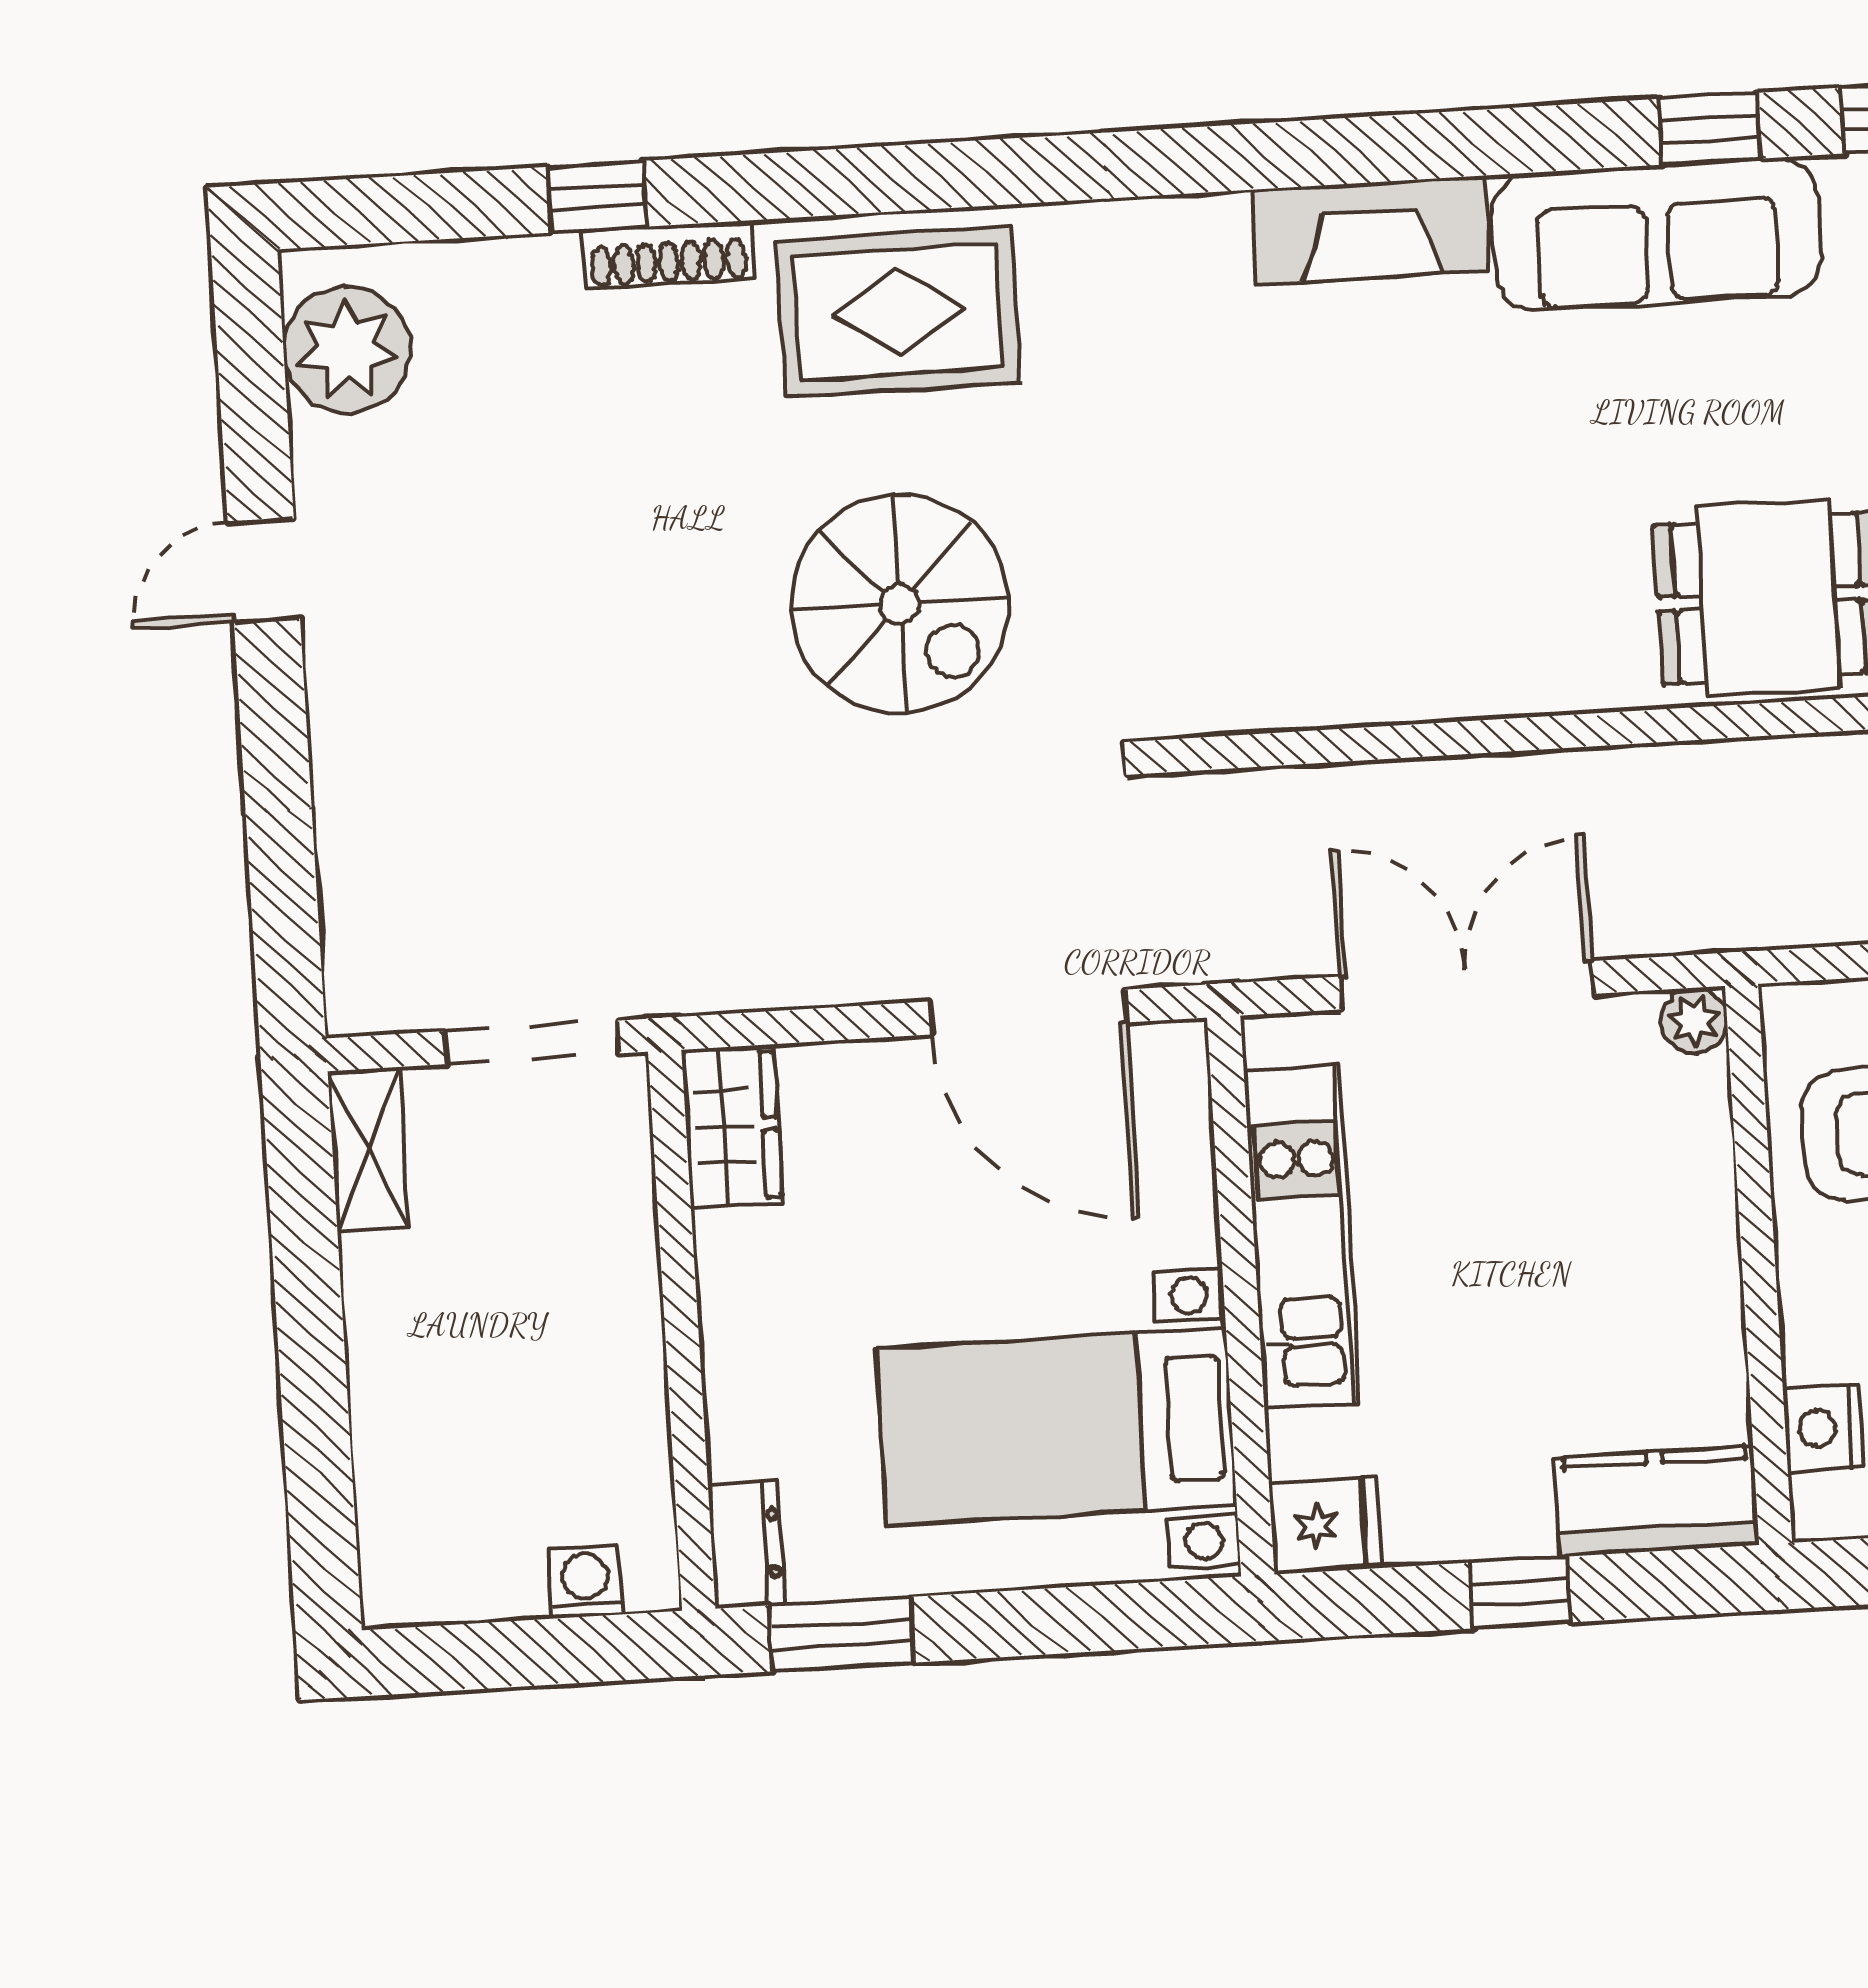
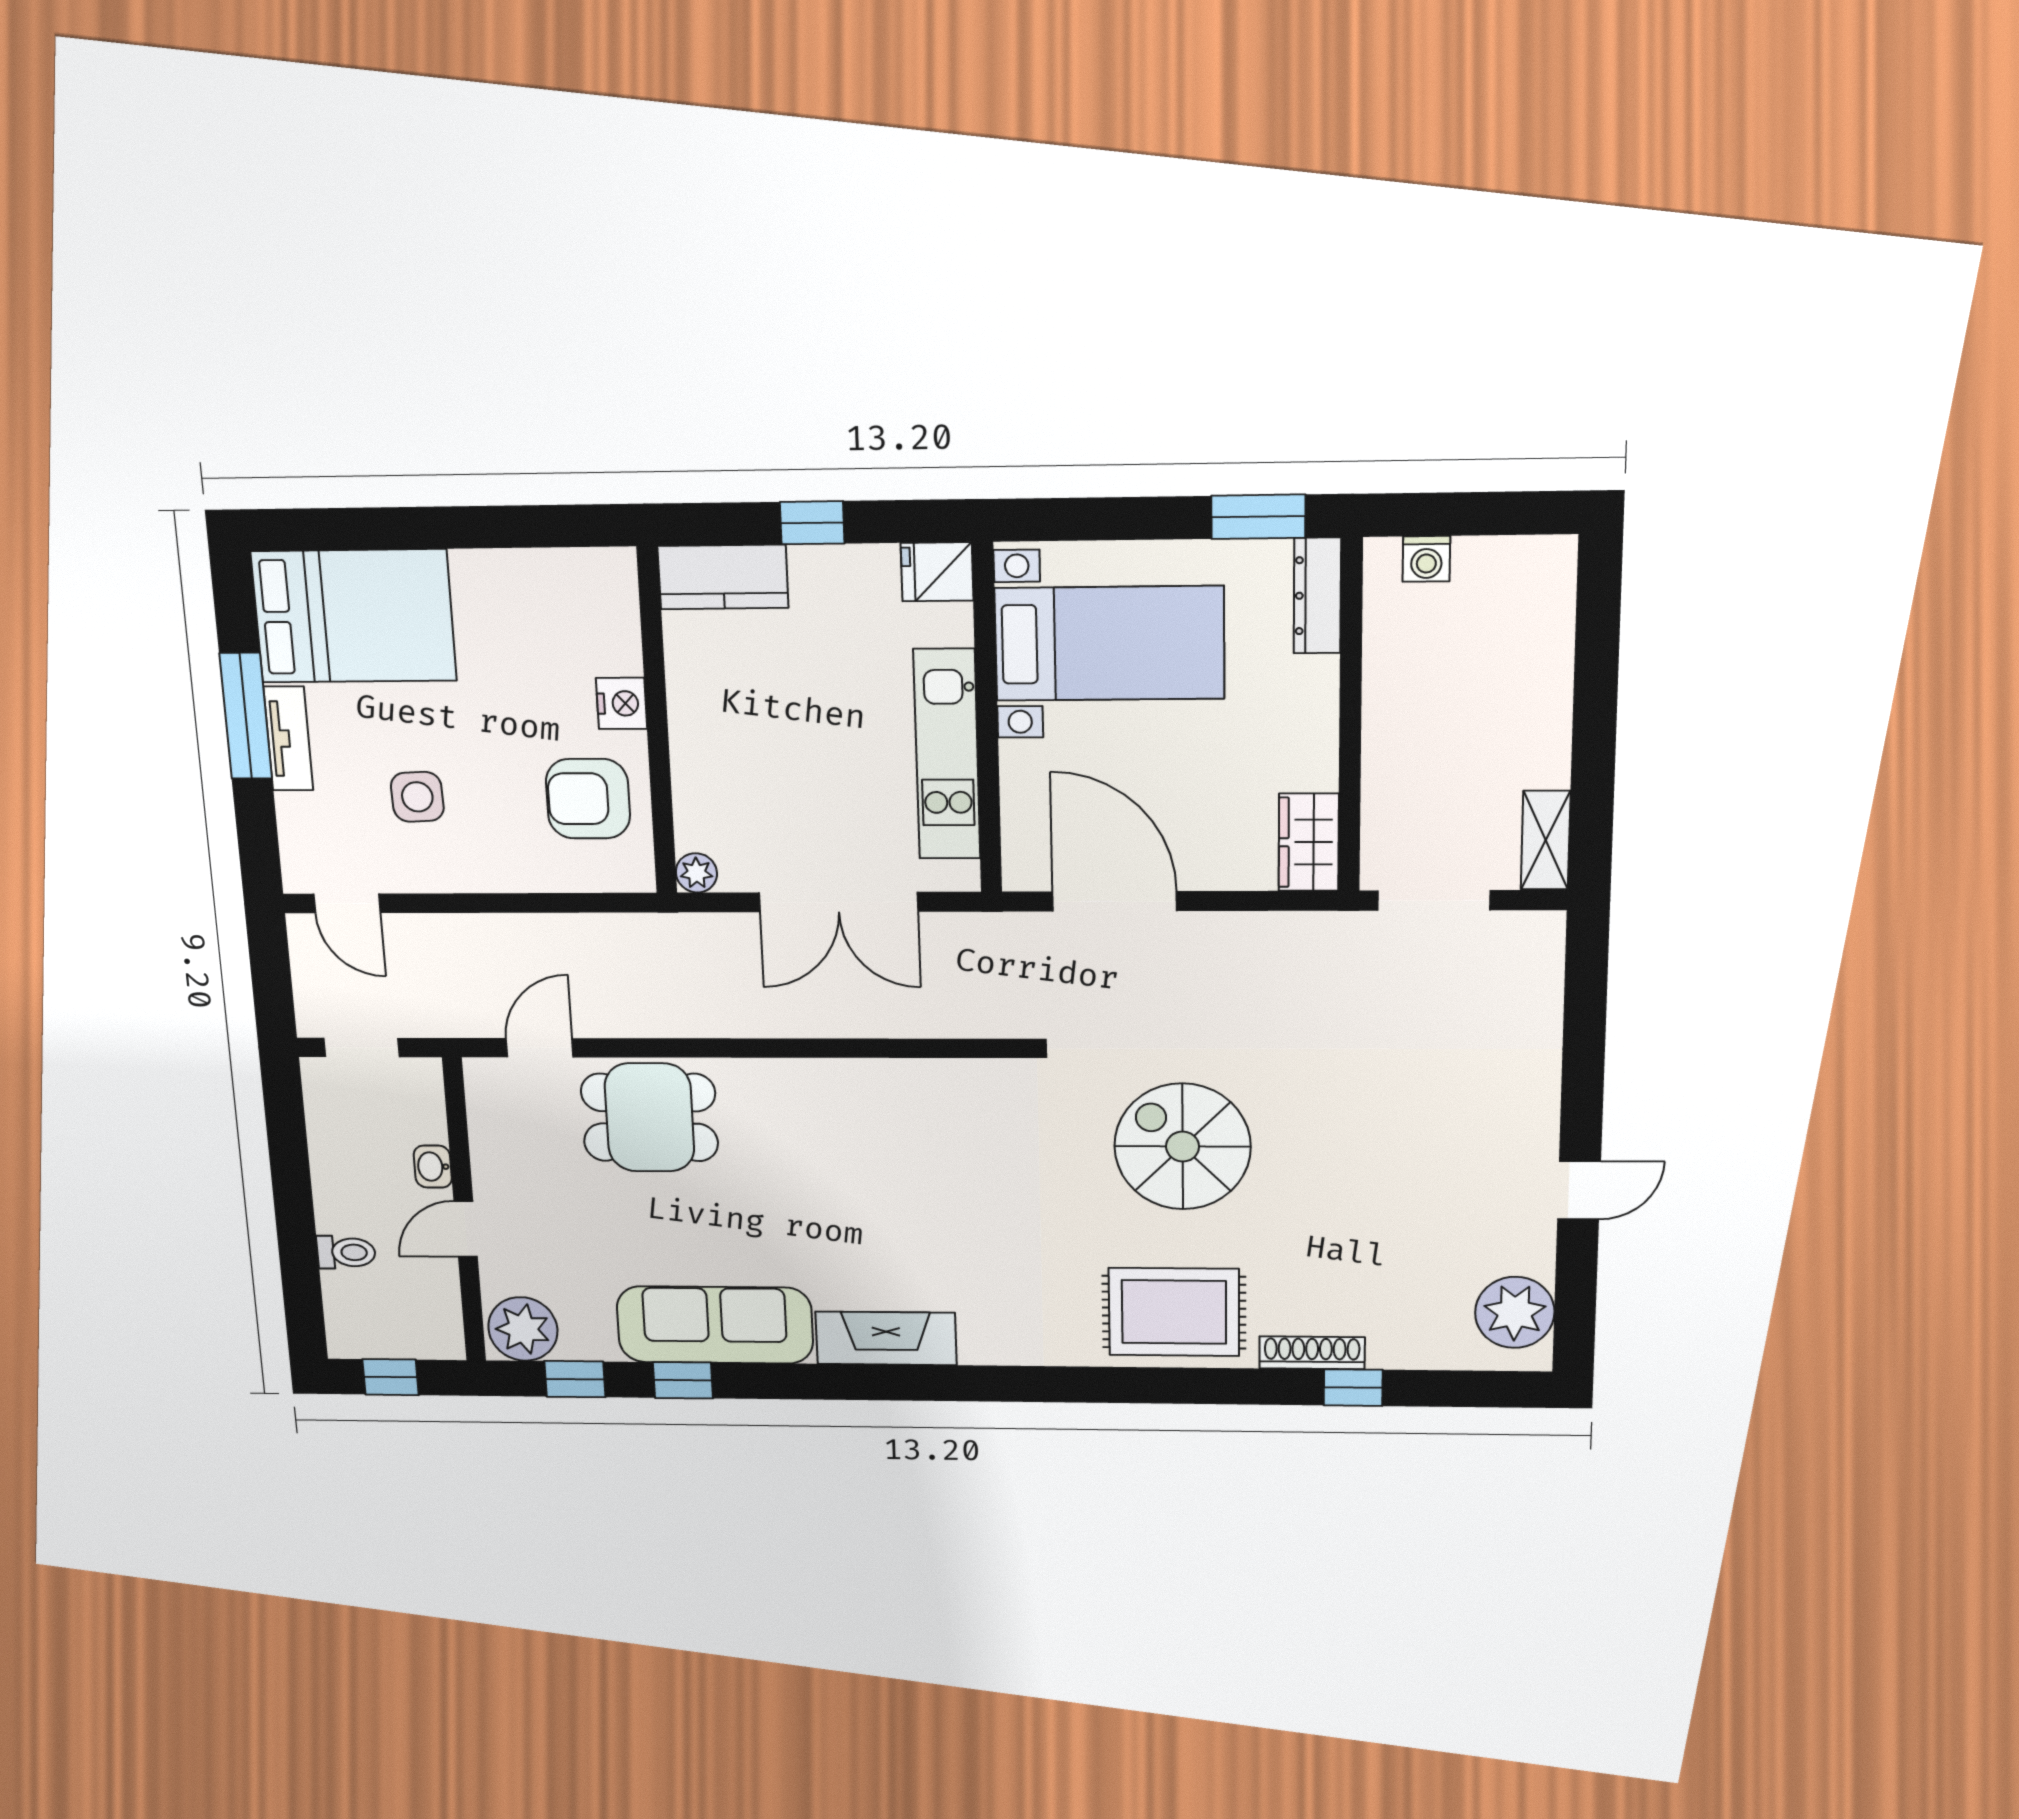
nightstand: (1823, 1428) -> (622, 703), moved
dresser: (746, 1544) -> (1317, 596), width x1.44

